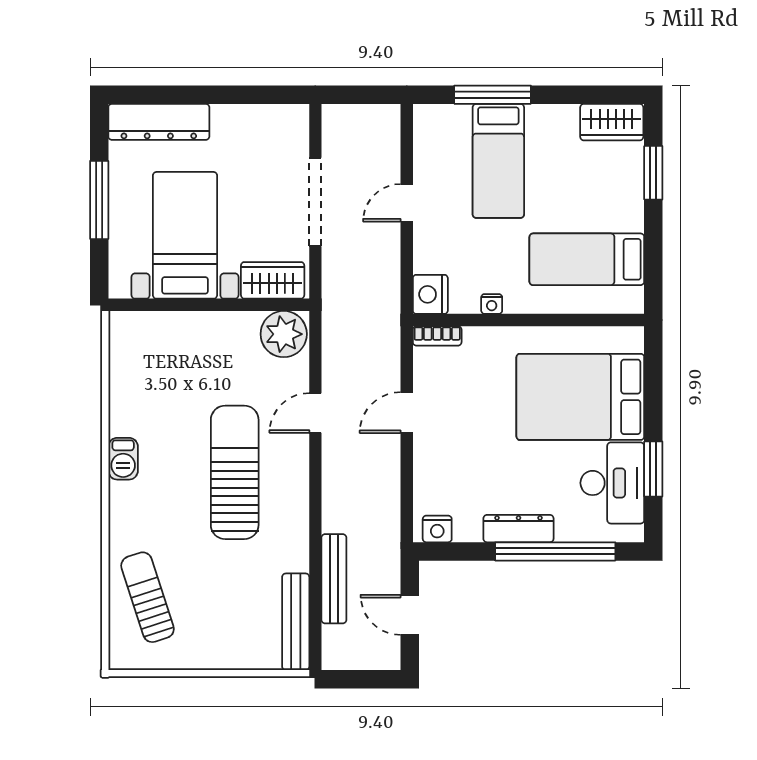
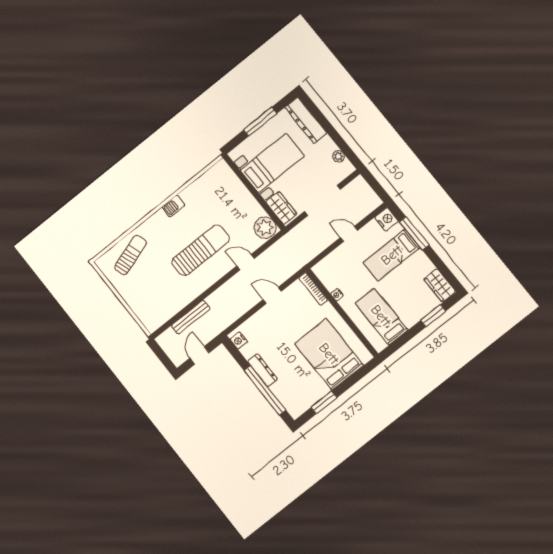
plant: (263, 116) -> (339, 156), added
nightstand: (430, 294) -> (386, 219), moved, turned 90
bookcase: (437, 336) -> (313, 289), width x1.56
desk: (612, 483) -> (307, 391), removed
bench: (296, 622) -> (164, 316), removed

